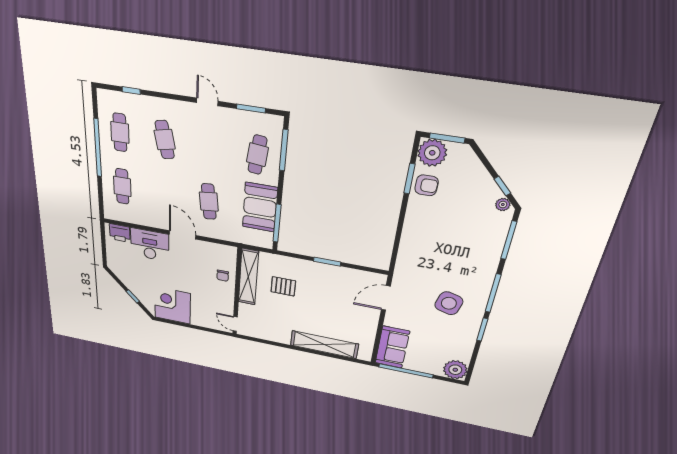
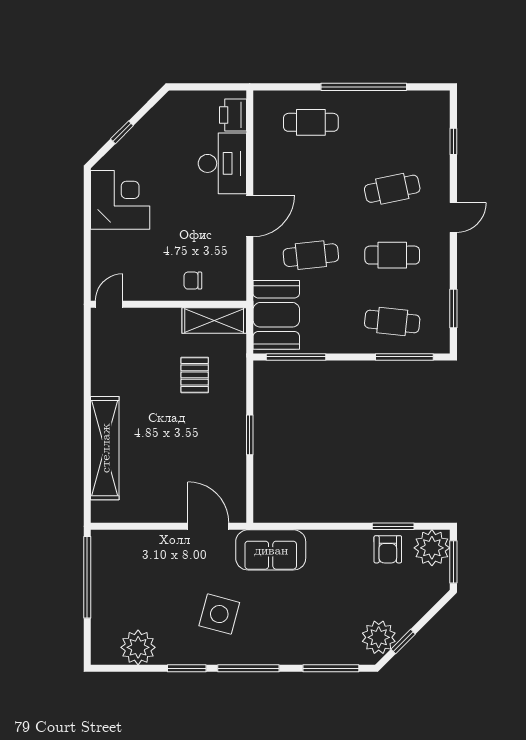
door: (207, 102) -> (453, 218), moved
cafe table: (120, 132) -> (392, 255), moved
plant: (503, 205) -> (379, 637), width x1.88, depth x1.88
booth: (260, 207) -> (276, 315), moved, turned 90
shelving: (248, 277) -> (214, 321), width x0.68
sofa: (392, 347) -> (271, 550), moved
plant: (455, 370) -> (138, 647), moved

